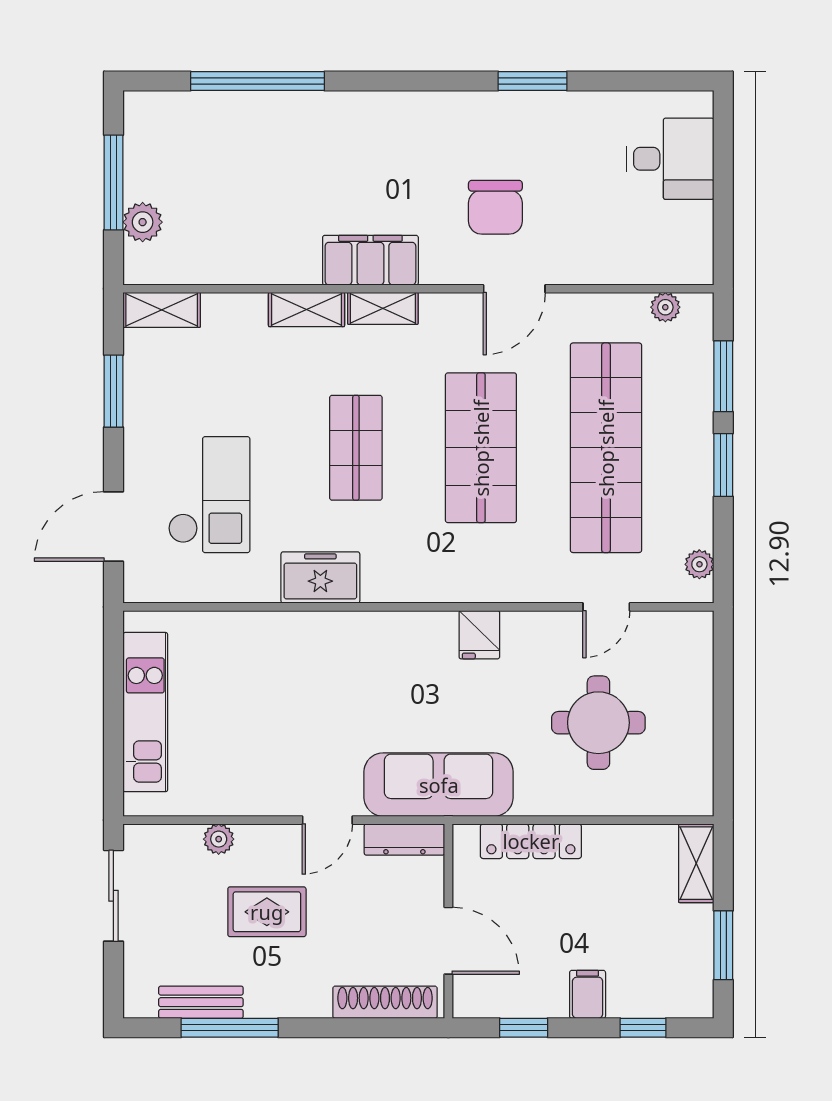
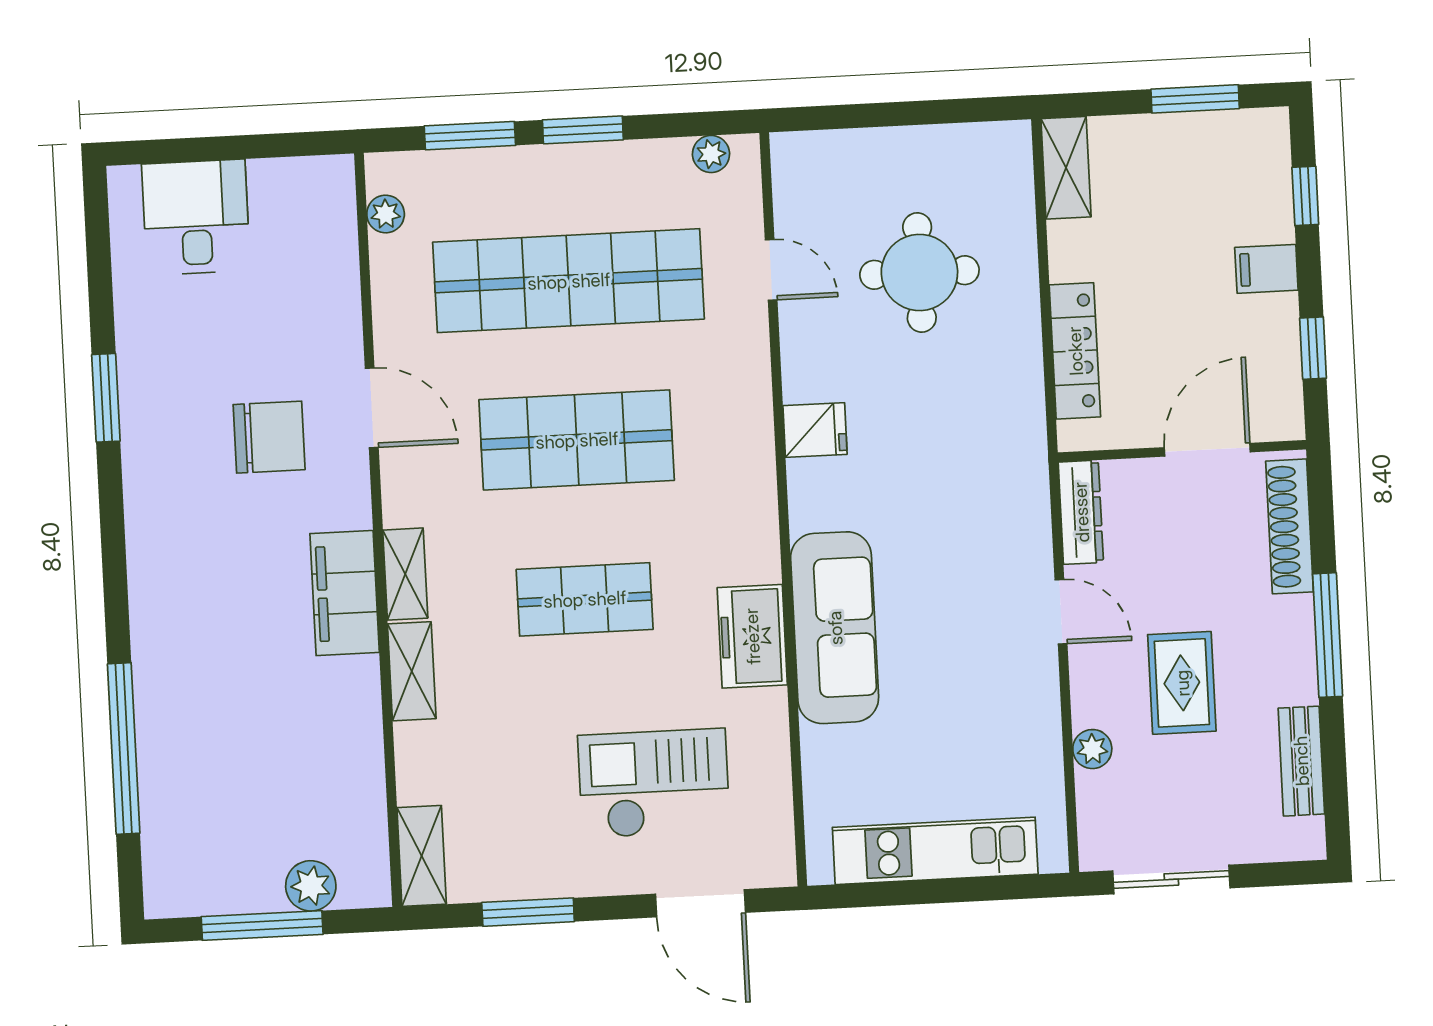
sofa: (439, 785) -> (835, 628), moved, turned 180
shelving: (696, 863) -> (1066, 168), moved, turned 90
window: (230, 1028) -> (1328, 635), moved

